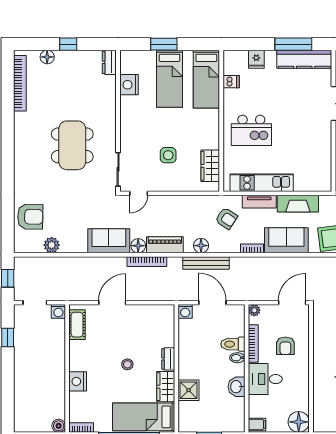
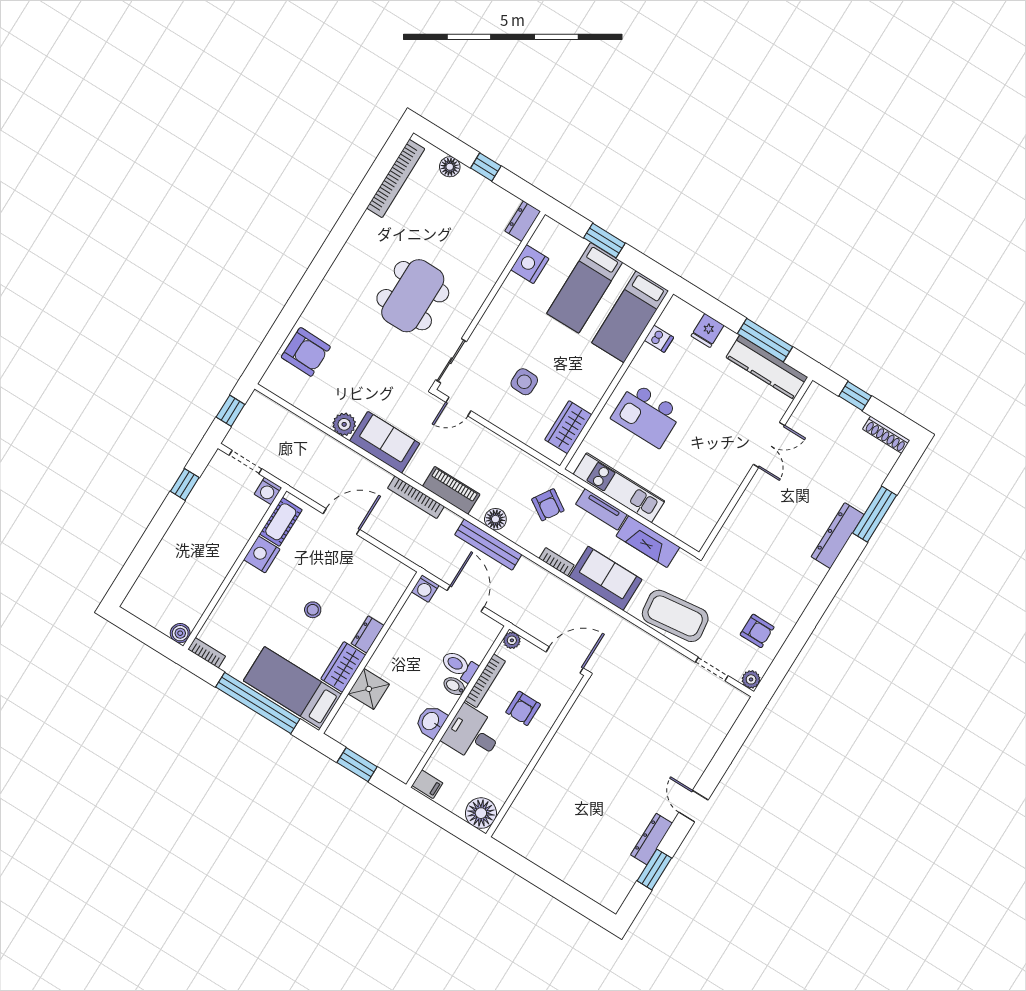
plant: (52, 245) -> (344, 424), moved
floor lamp: (138, 246) -> (417, 471), removed
nightstand: (78, 381) -> (262, 554), moved

